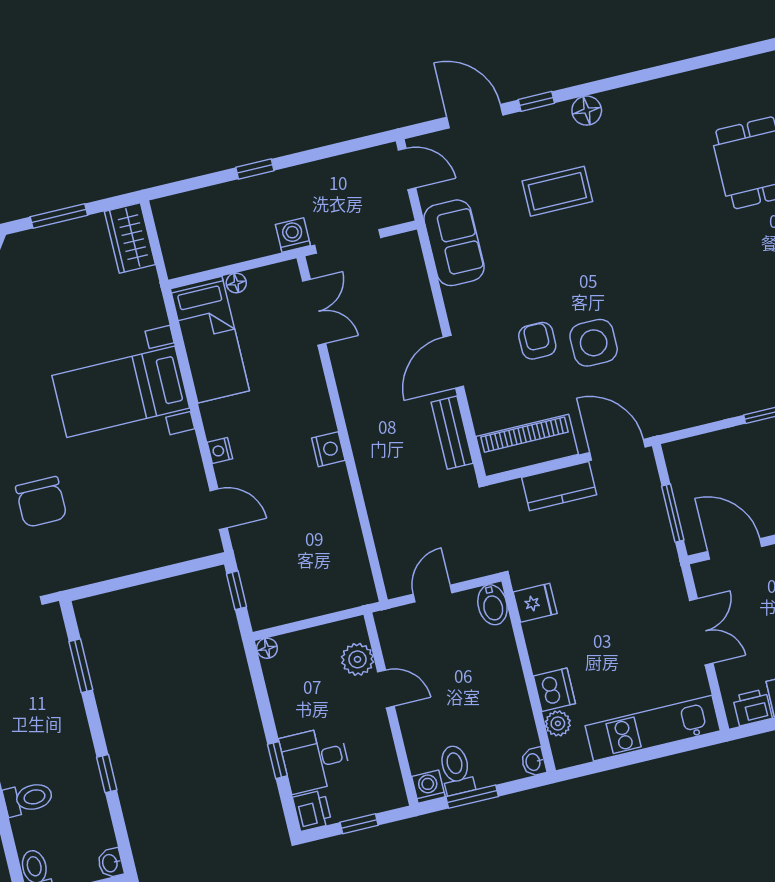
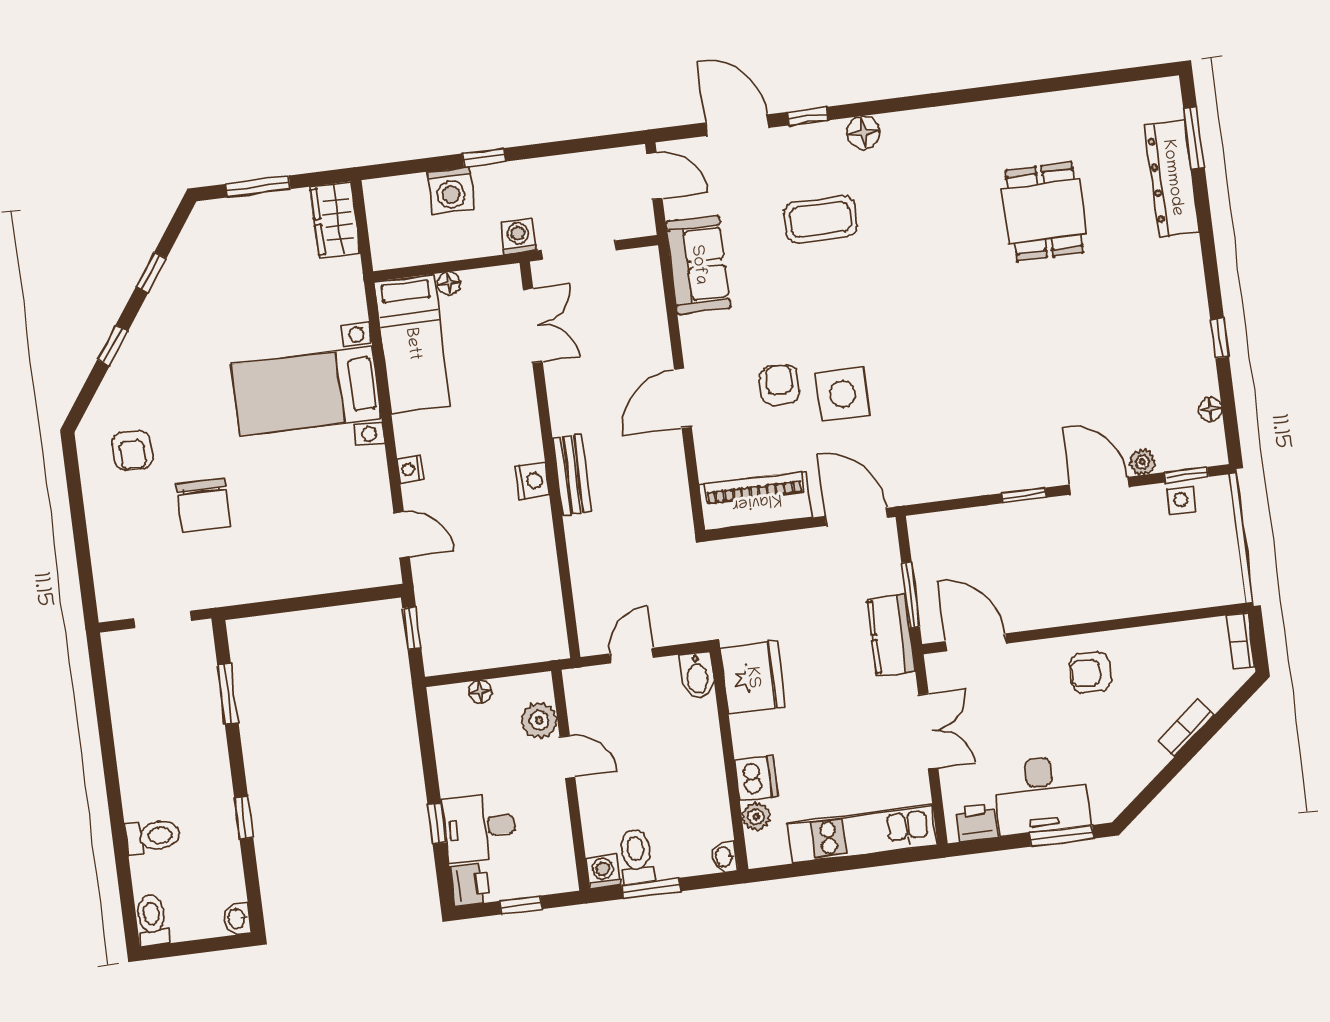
washing machine: (229, 201) -> (451, 190), added
bench: (452, 433) -> (572, 475), moved
kitchen counter: (559, 486) -> (891, 635), moved, turned 90
fridge: (535, 603) -> (752, 678), width x1.88, depth x1.34
floor lamp: (267, 648) -> (480, 692), moved

